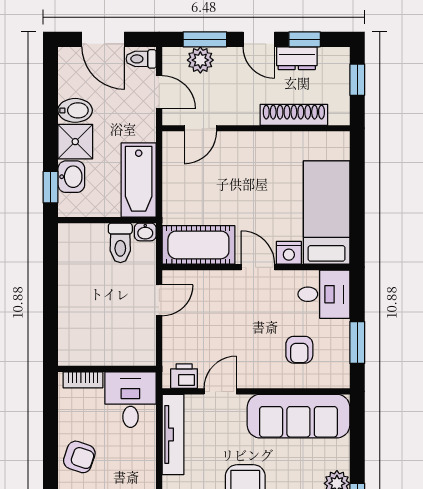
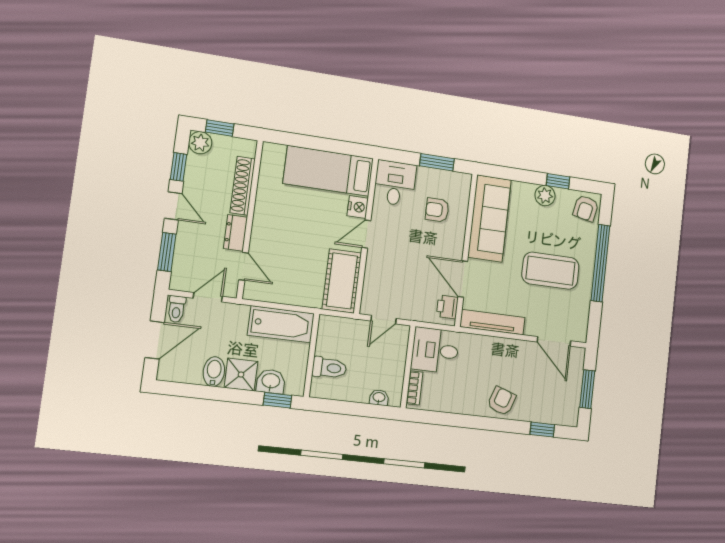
door: (259, 39) -> (173, 206), hinge flipped
dresser: (297, 58) -> (235, 233), moved, turned 180
plant: (200, 60) -> (200, 143), moved
washbasin: (145, 232) -> (379, 398), moved, turned -90
toilet: (120, 243) -> (329, 368), moved
door: (159, 300) -> (384, 320), swing flipped
armchair: (299, 350) -> (437, 210), turned 180
wall: (107, 369) -> (408, 367), moved
bookcase: (83, 380) -> (415, 388), moved
door: (220, 391) -> (463, 279), width x1.38
desk: (130, 400) -> (435, 350), moved

